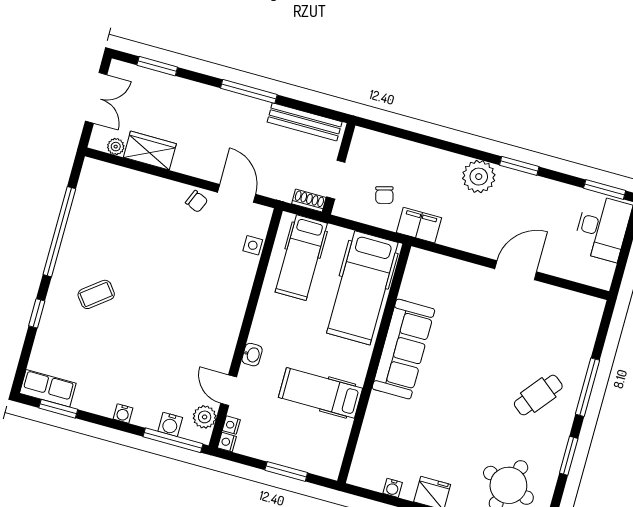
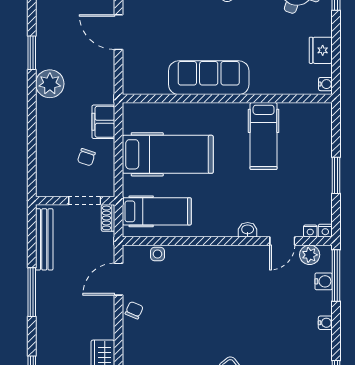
chair: (384, 195) -> (86, 157), turned 123
sofa: (403, 349) -> (209, 78), moved
wall: (374, 363) -> (227, 99), moved
hospital bed: (320, 393) -> (264, 136), moved

